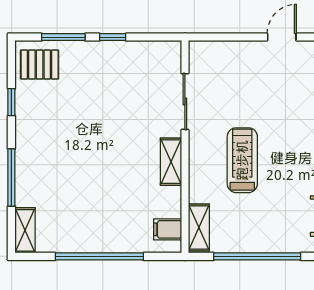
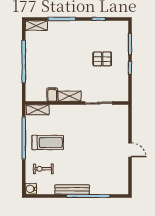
pallet: (40, 65) -> (102, 59), moved, turned 90
treadmill: (242, 160) -> (48, 143), moved
filing cabinet: (168, 229) -> (52, 95), moved

